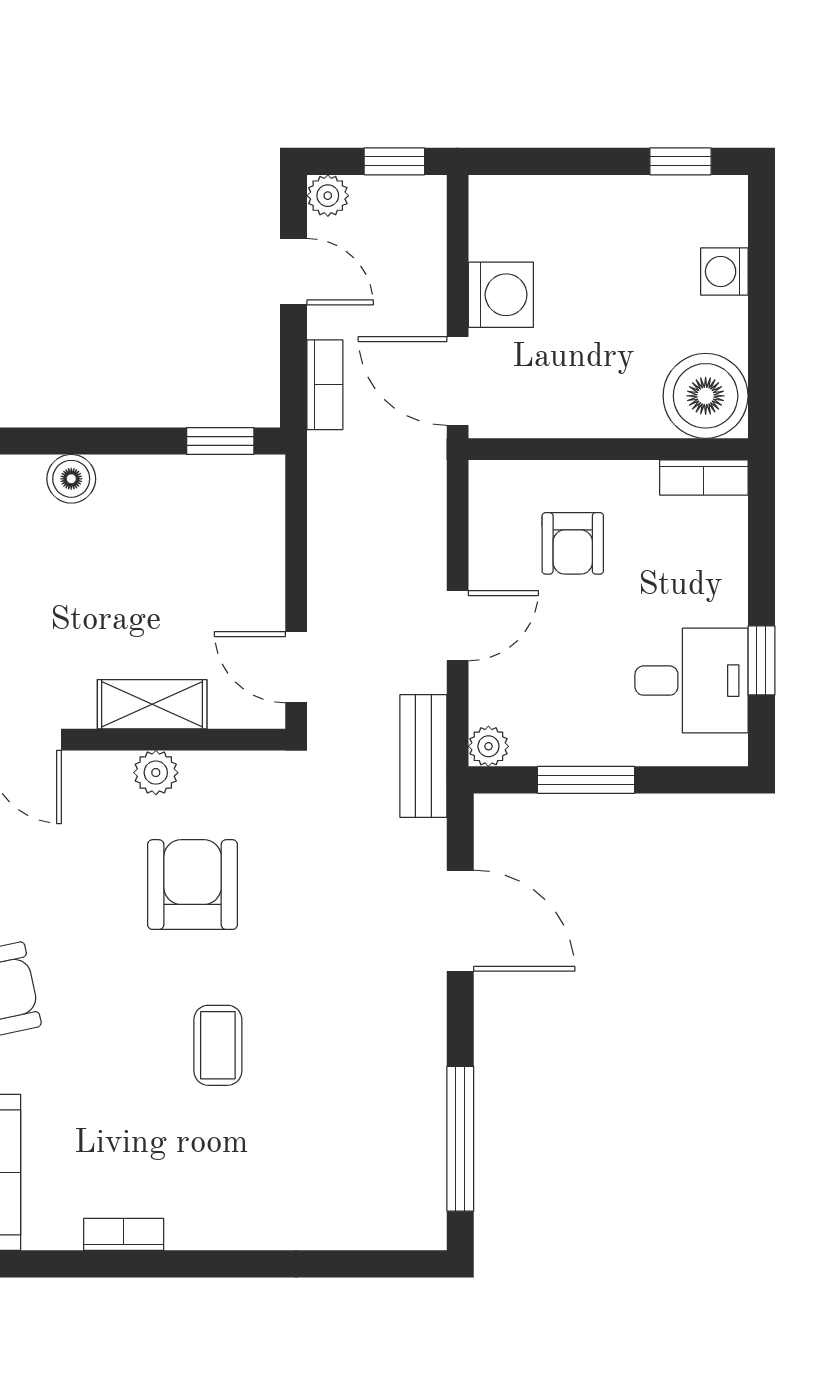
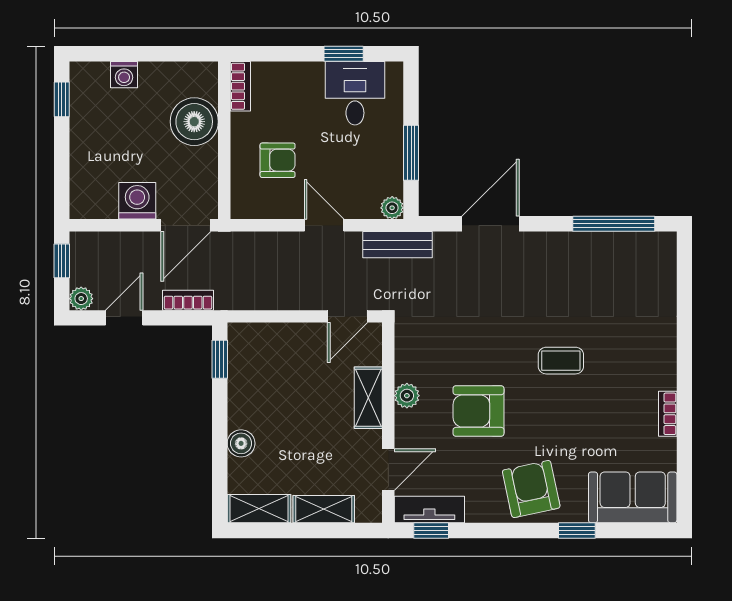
boiler: (706, 396) -> (194, 122), moved
armchair: (193, 885) -> (478, 411), moved

